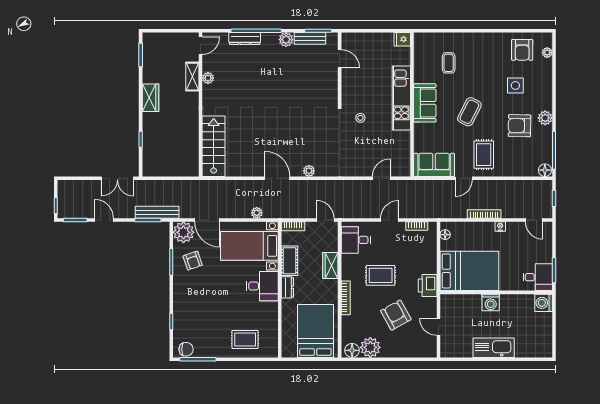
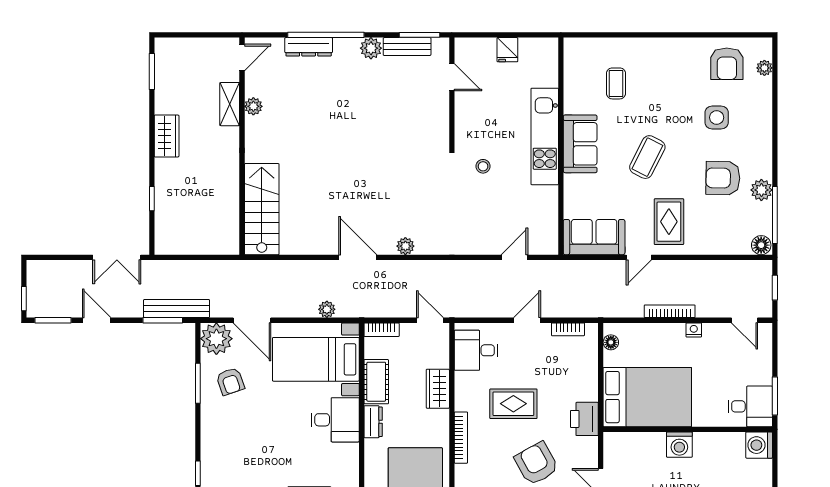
fridge: (402, 39) -> (507, 50), moved, turned -90
plant: (545, 118) -> (761, 190), moved

